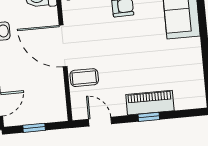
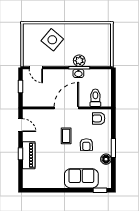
coffee table: (84, 78) -> (66, 136), moved
door: (100, 122) -> (20, 125), hinge flipped

